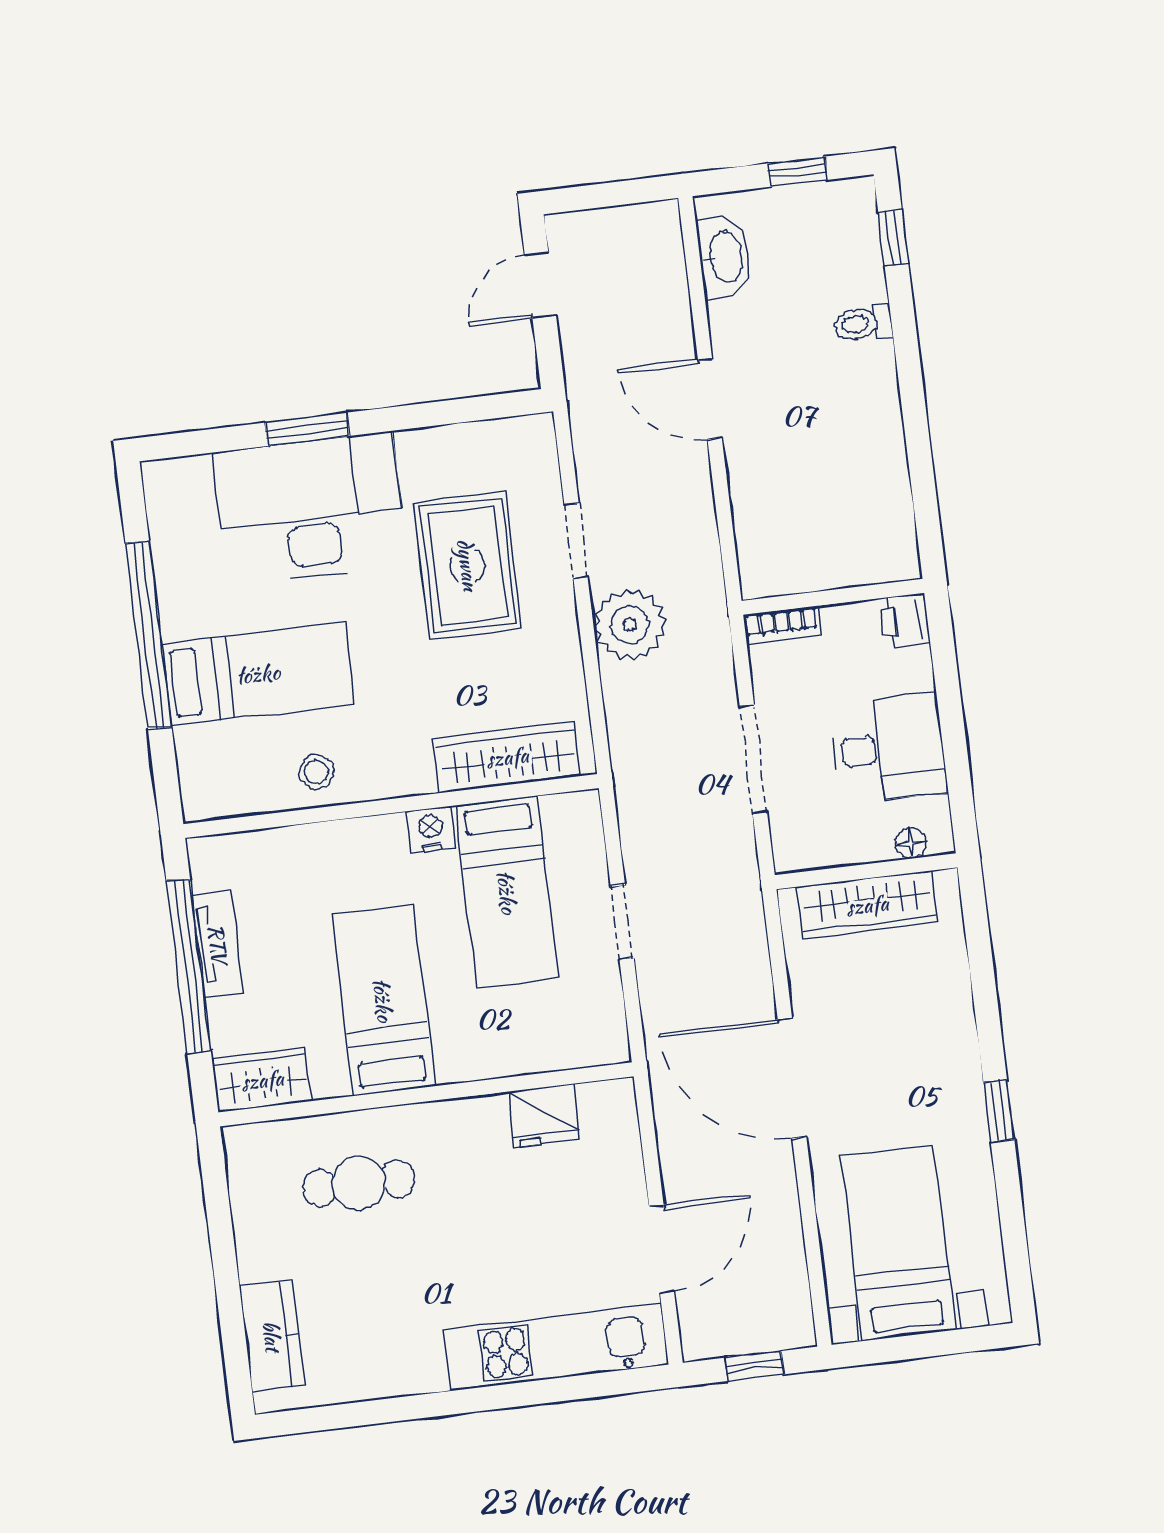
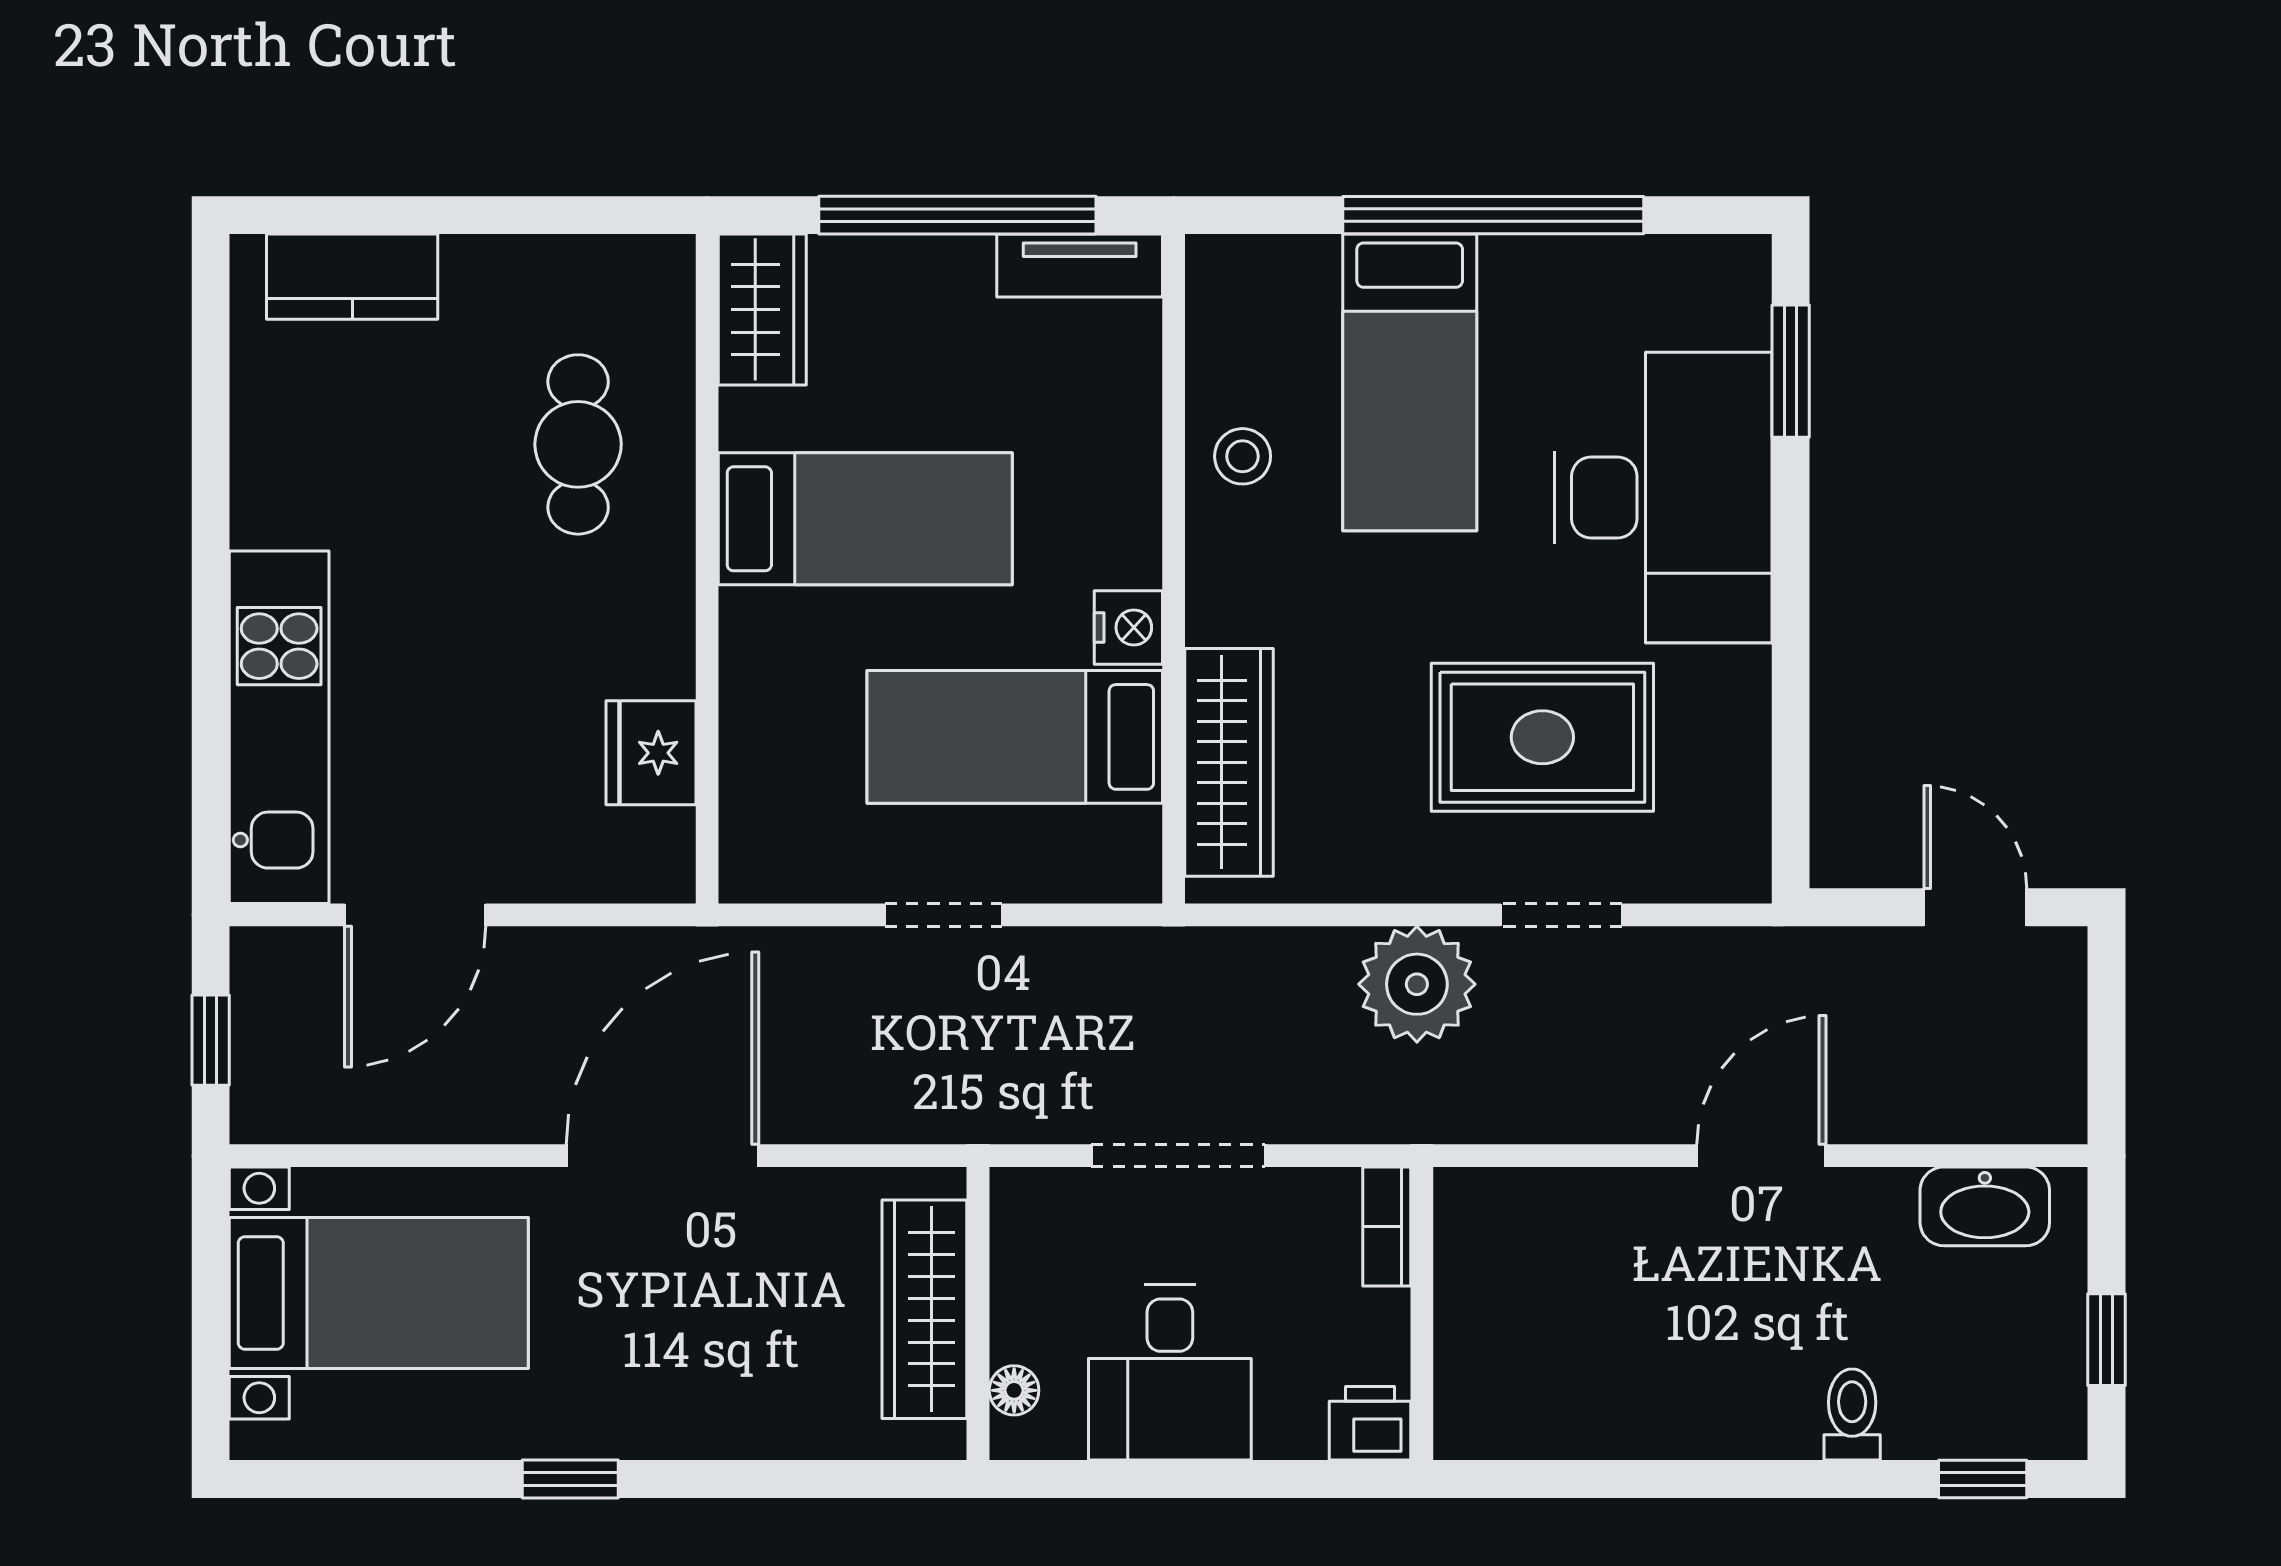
window: (307, 429) -> (1791, 371), moved
tv unit: (218, 943) -> (1080, 266), moved
door: (662, 1249) -> (415, 915), hinge flipped

